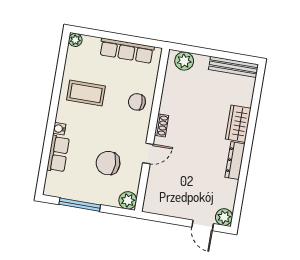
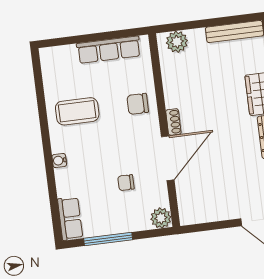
plant: (75, 40) -> (47, 55), removed
row of seats: (58, 154) -> (70, 219), moved
door: (148, 154) -> (168, 158), width x1.88
chair: (108, 163) -> (126, 183), width x0.54, depth x0.54

